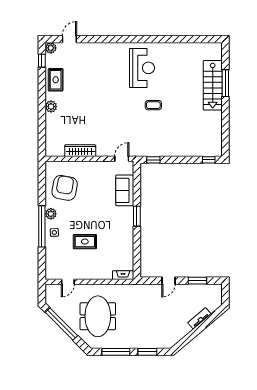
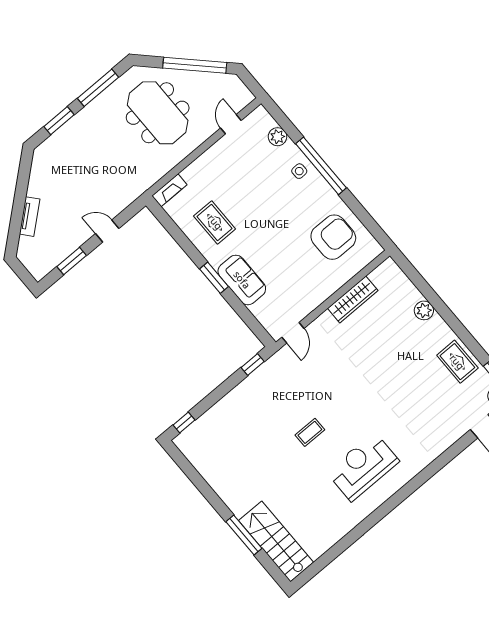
reception desk: (142, 68) -> (363, 467), turned 90
stairs: (213, 85) -> (276, 541), moved
plant: (51, 107) -> (424, 310), moved
armchair: (65, 188) -> (333, 237), turned -100
sofa: (125, 190) -> (242, 280), moved
plant: (51, 214) -> (278, 137), moved
rug: (85, 242) -> (215, 222), moved, turned 90
door: (169, 281) -> (107, 231), hinge flipped

